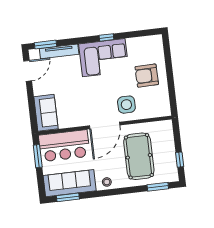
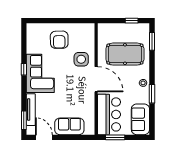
sofa: (46, 113) -> (69, 126), moved
sofa: (70, 183) -> (140, 119), width x0.73
window: (68, 197) -> (152, 94), moved

